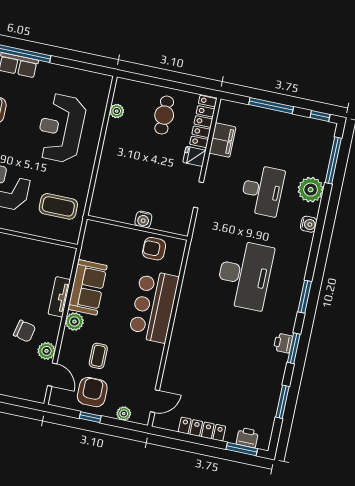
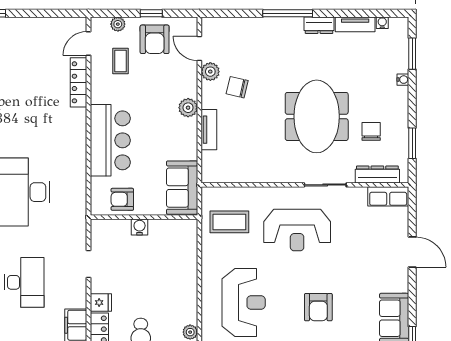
desk: (262, 190) -> (24, 282), turned 180
armchair: (154, 249) -> (122, 199), turned 180
sofa: (87, 287) -> (182, 188), moved
coffee table: (98, 356) -> (121, 61), moved
locker: (202, 429) -> (79, 82), moved, turned 90

